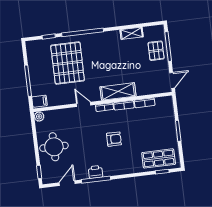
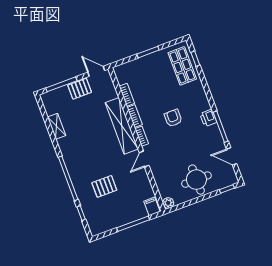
pallet: (156, 51) -> (80, 89), moved
pallet: (68, 63) -> (104, 186), width x0.49, depth x0.50
shelving: (118, 91) -> (122, 126), width x1.47
printer: (95, 172) -> (208, 118), moved

